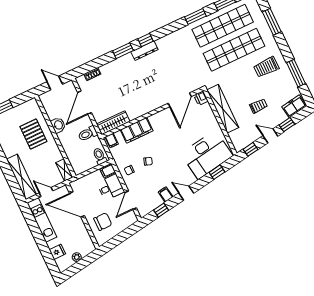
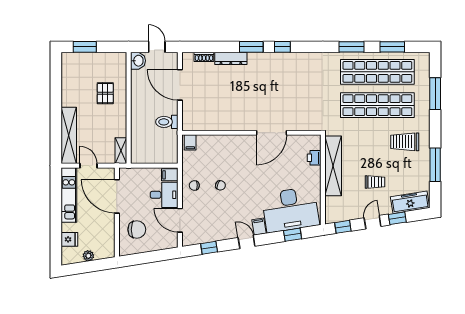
dresser: (144, 51) -> (231, 58), moved
printer: (201, 98) -> (314, 158), moved
door: (180, 100) -> (271, 133), moved
door: (84, 103) -> (180, 85), hinge flipped
freezer: (294, 106) -> (410, 202), width x1.40
wardrobe: (113, 123) -> (202, 123), removed
washbasin: (58, 125) -> (138, 61), moved
filing cabinet: (137, 130) -> (224, 144), removed
pallet: (33, 134) -> (105, 93), width x0.67, depth x0.71
door: (270, 136) -> (373, 222), hinge flipped
toilet: (100, 156) -> (168, 154), removed
filing cabinet: (166, 194) -> (259, 227), moved
door: (131, 200) -> (180, 220), hinge flipped

